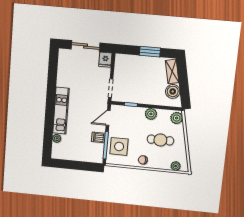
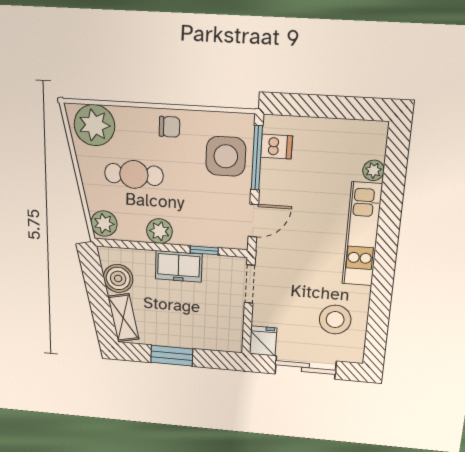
stool: (72, 71) -> (335, 320), added
freezer: (143, 97) -> (179, 266), added
dishwasher: (98, 137) -> (277, 147), moved
plant: (176, 166) -> (94, 125), width x1.87, depth x1.87

